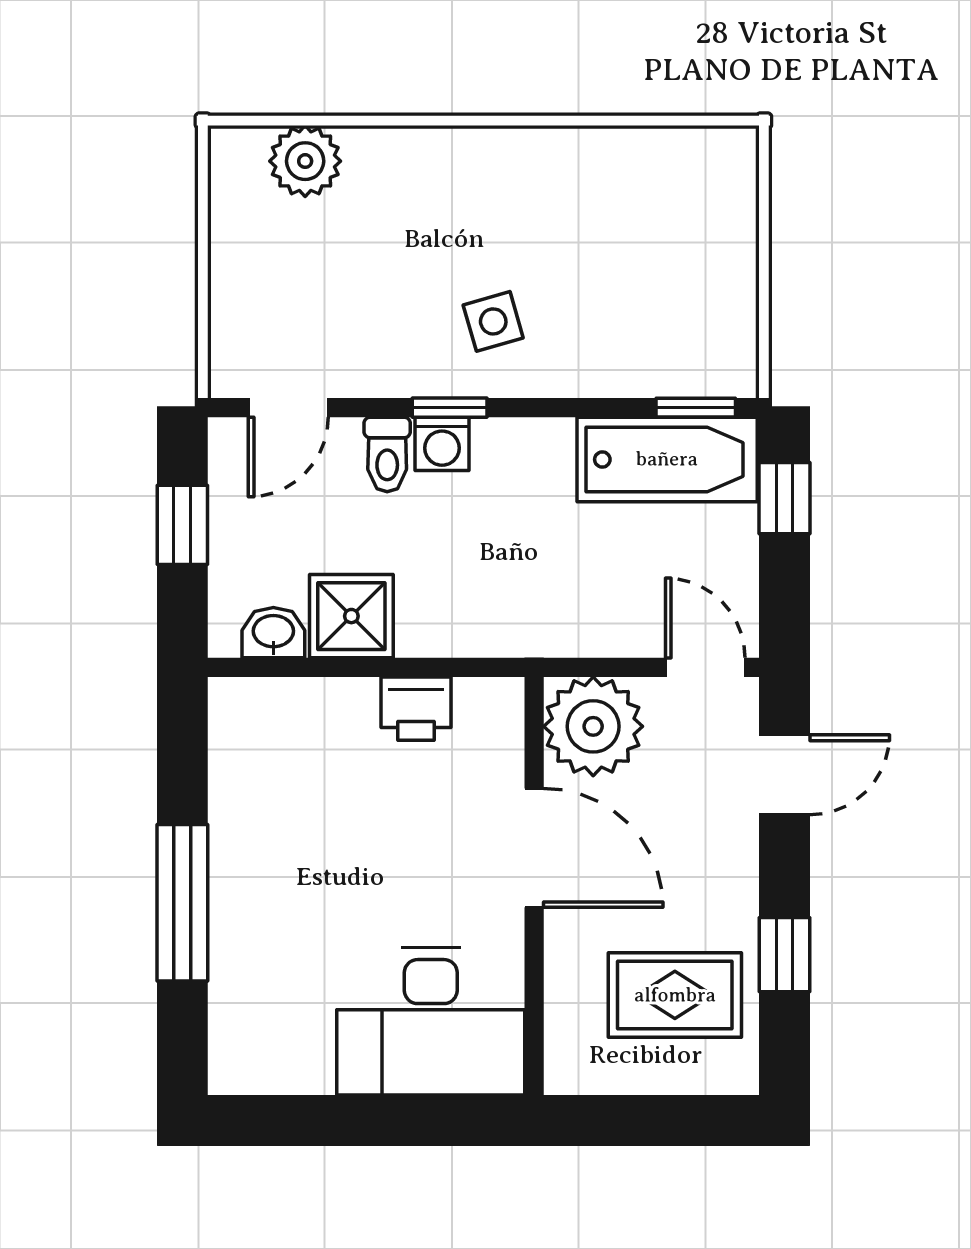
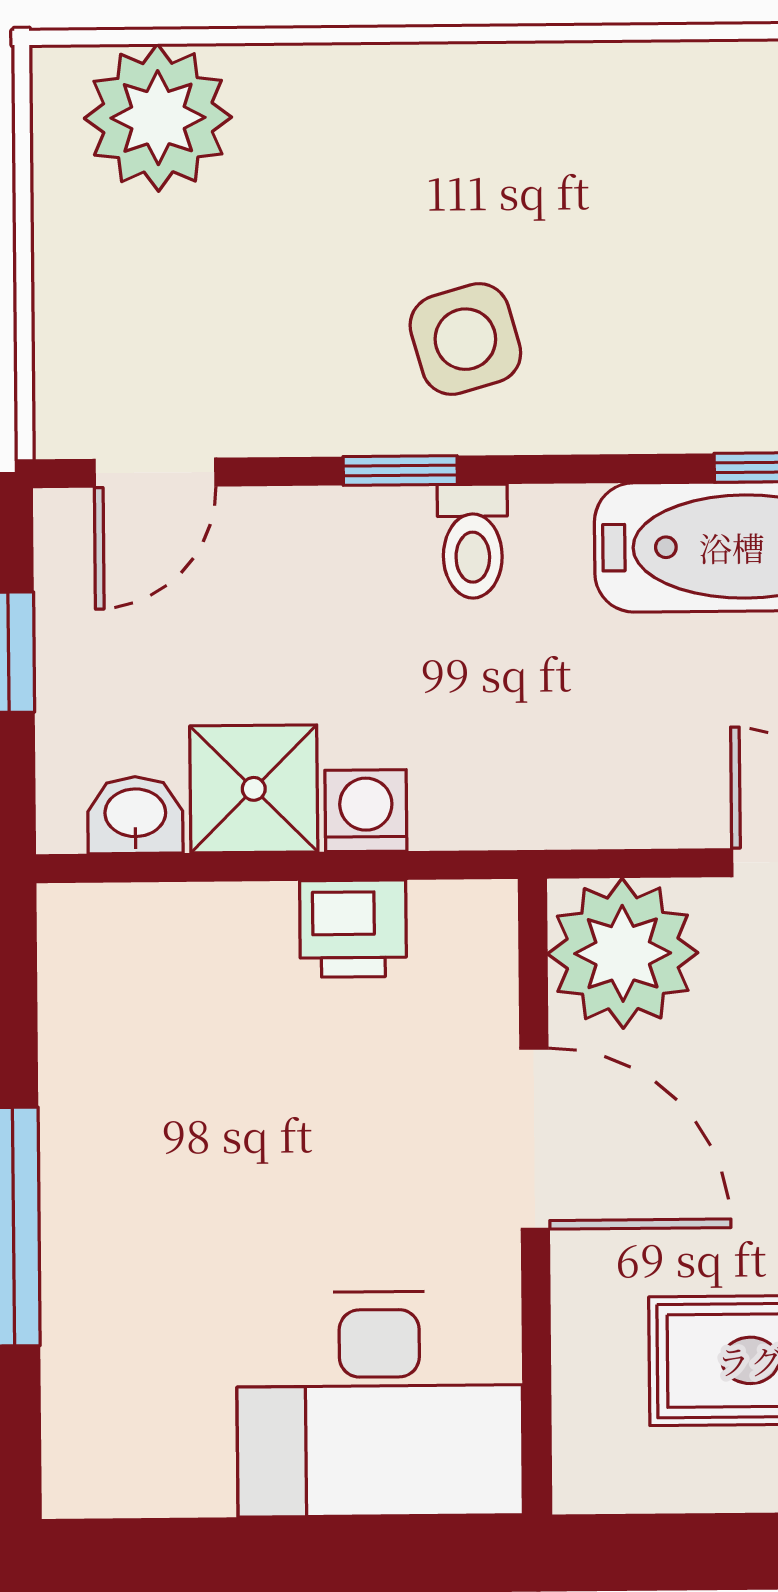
plant: (305, 161) -> (158, 118), width x1.36, depth x1.36
side table: (493, 321) -> (465, 339), width x1.37, depth x1.37
washing machine: (442, 444) -> (366, 811), moved, turned 180
toilet: (387, 454) -> (473, 541), moved

